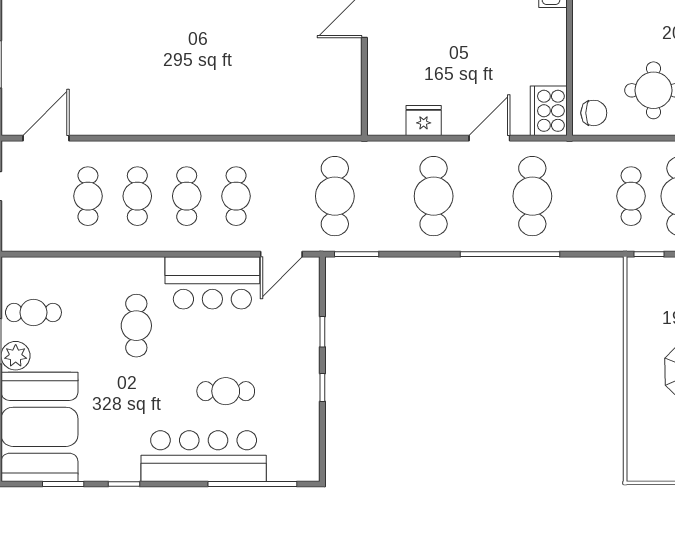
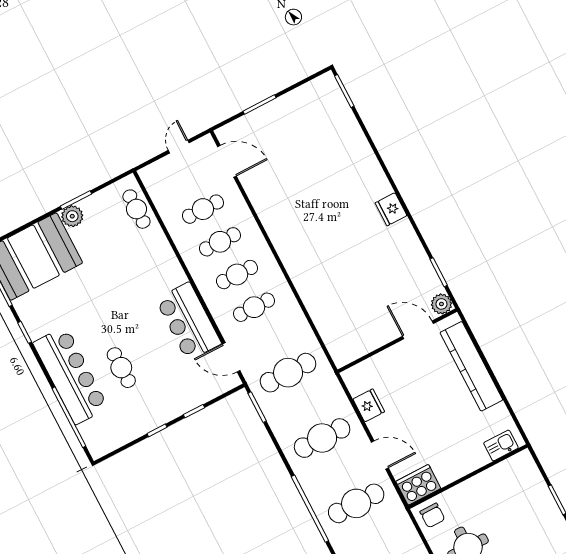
cafe table: (33, 312) -> (136, 209), moved
cafe table: (136, 326) -> (134, 286), removed

